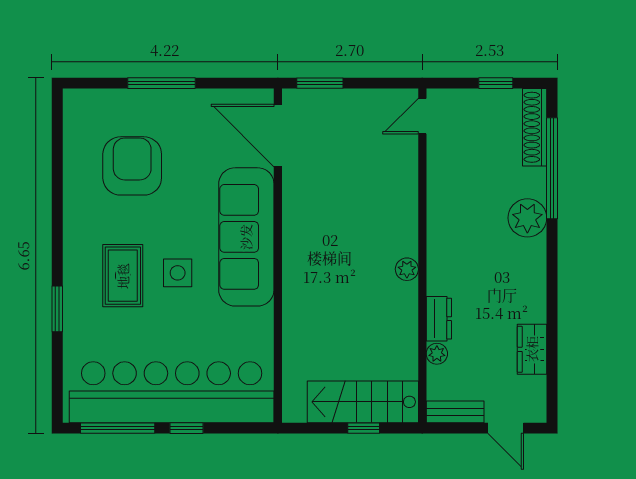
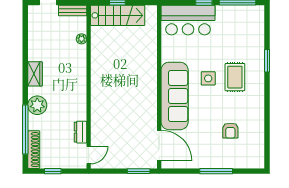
armchair: (132, 166) -> (230, 131), width x0.53, depth x0.53
plant: (407, 269) -> (96, 80), removed
dresser: (439, 319) -> (80, 132), moved
wardrobe: (532, 349) -> (35, 74), moved
bar counter: (172, 392) -> (188, 20), width x0.54

